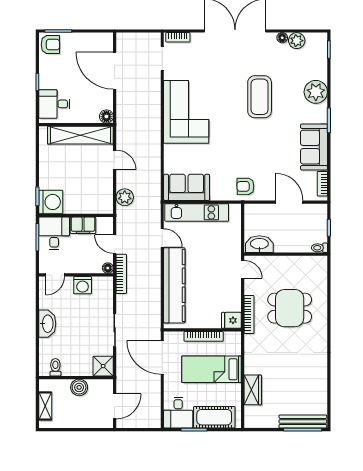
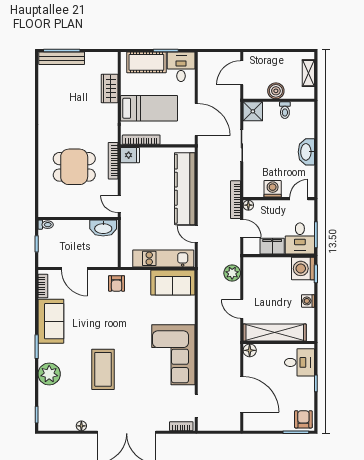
plant: (297, 41) -> (67, 423), removed
armchair: (50, 45) -> (303, 419), turned 90
washing machine: (45, 168) -> (308, 301), added
armchair: (245, 186) -> (117, 283), turned 91
bookcase: (204, 336) -> (141, 140), moved
toilet: (55, 367) -> (285, 110), moved

